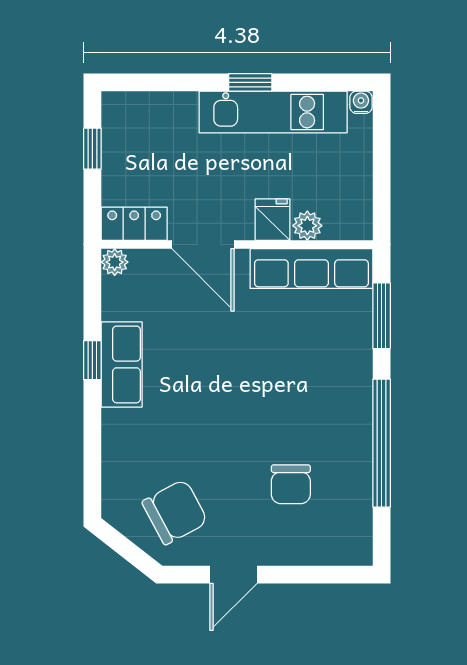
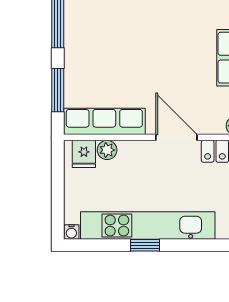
kitchen unit: (273, 112) -> (148, 226), width x1.36
fridge: (273, 220) -> (84, 154), moved

